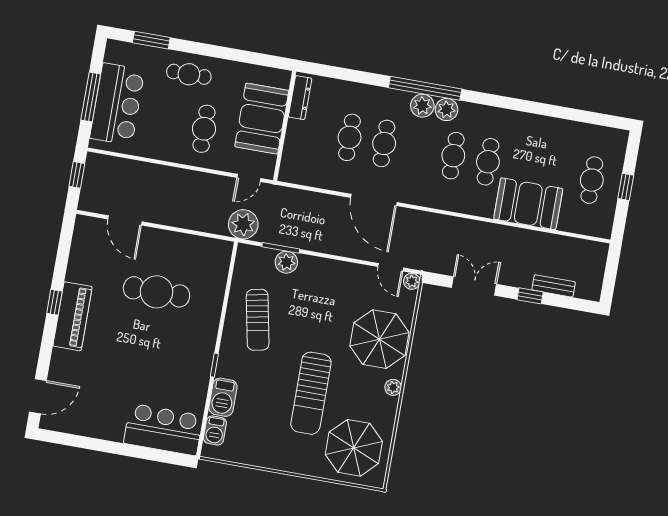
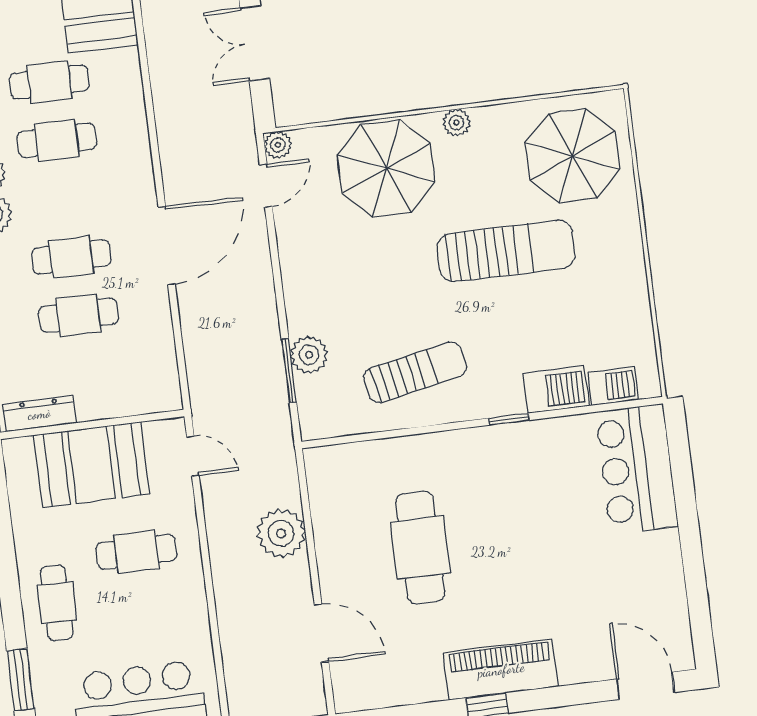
door: (125, 220) -> (322, 633), hinge flipped
plant: (243, 224) -> (281, 533), moved

